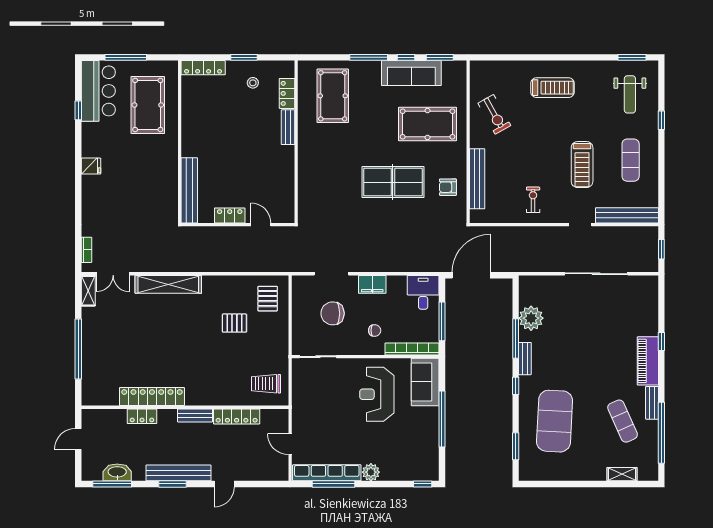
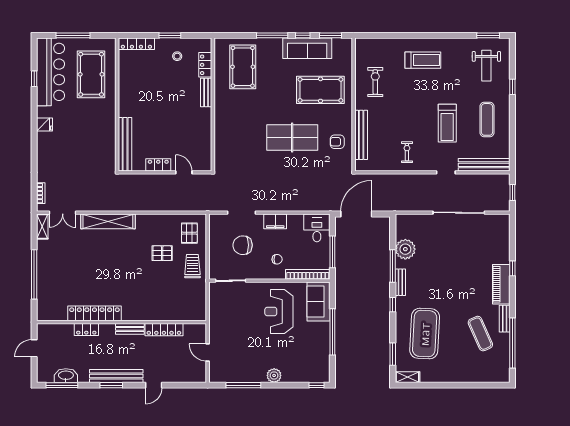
bar counter: (98, 91) -> (50, 72), width x1.36
exercise bike: (494, 114) -> (375, 82), turned -151
trolley: (266, 384) -> (192, 266), moved, turned 90
row of seats: (327, 473) -> (238, 376), removed
shelving: (622, 474) -> (407, 377), moved

